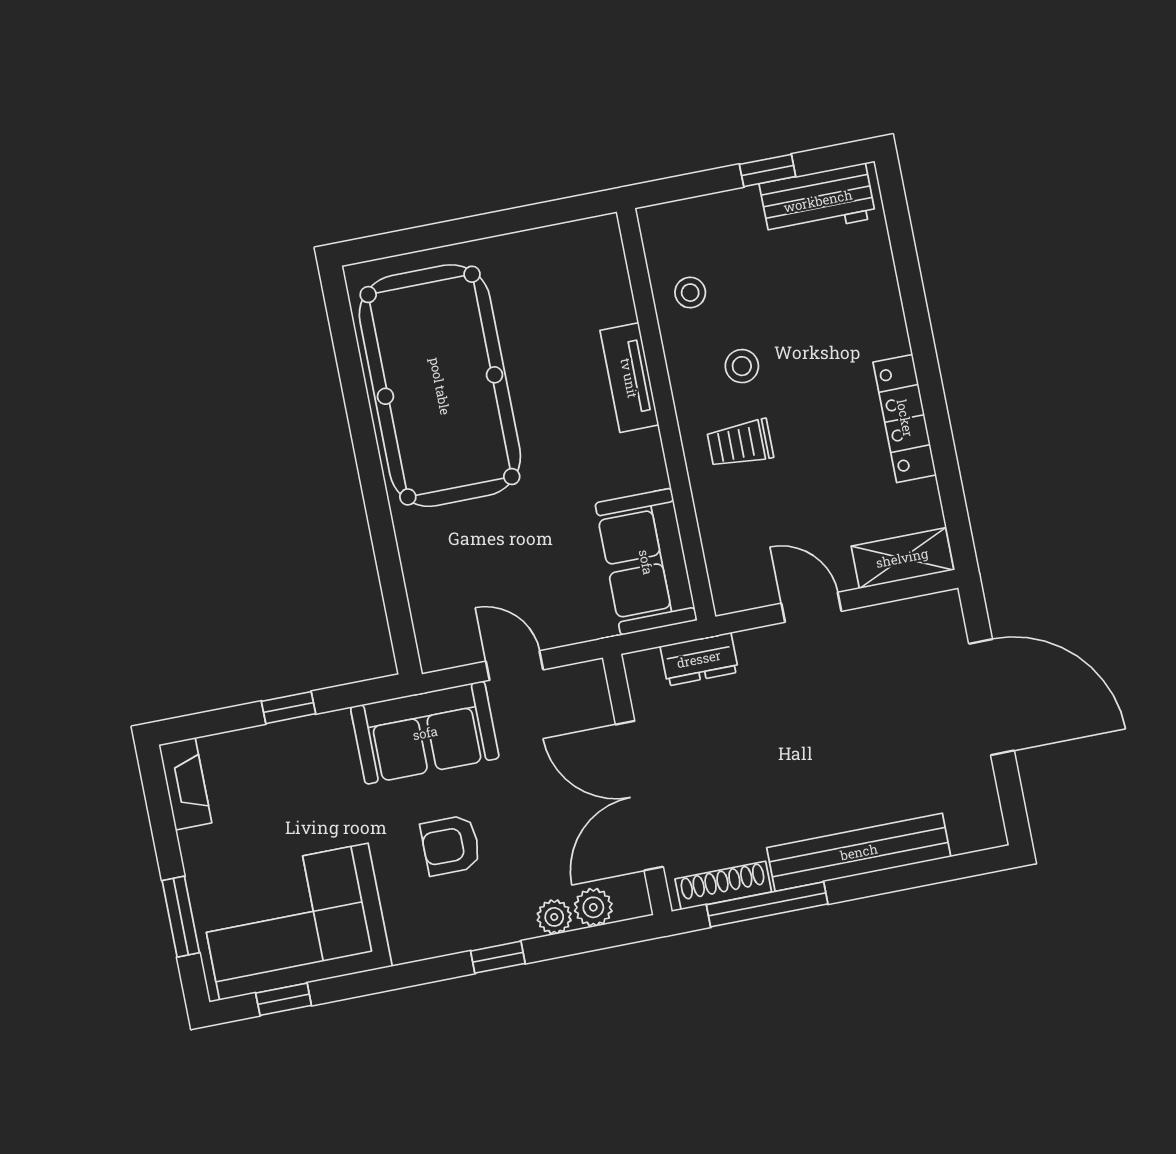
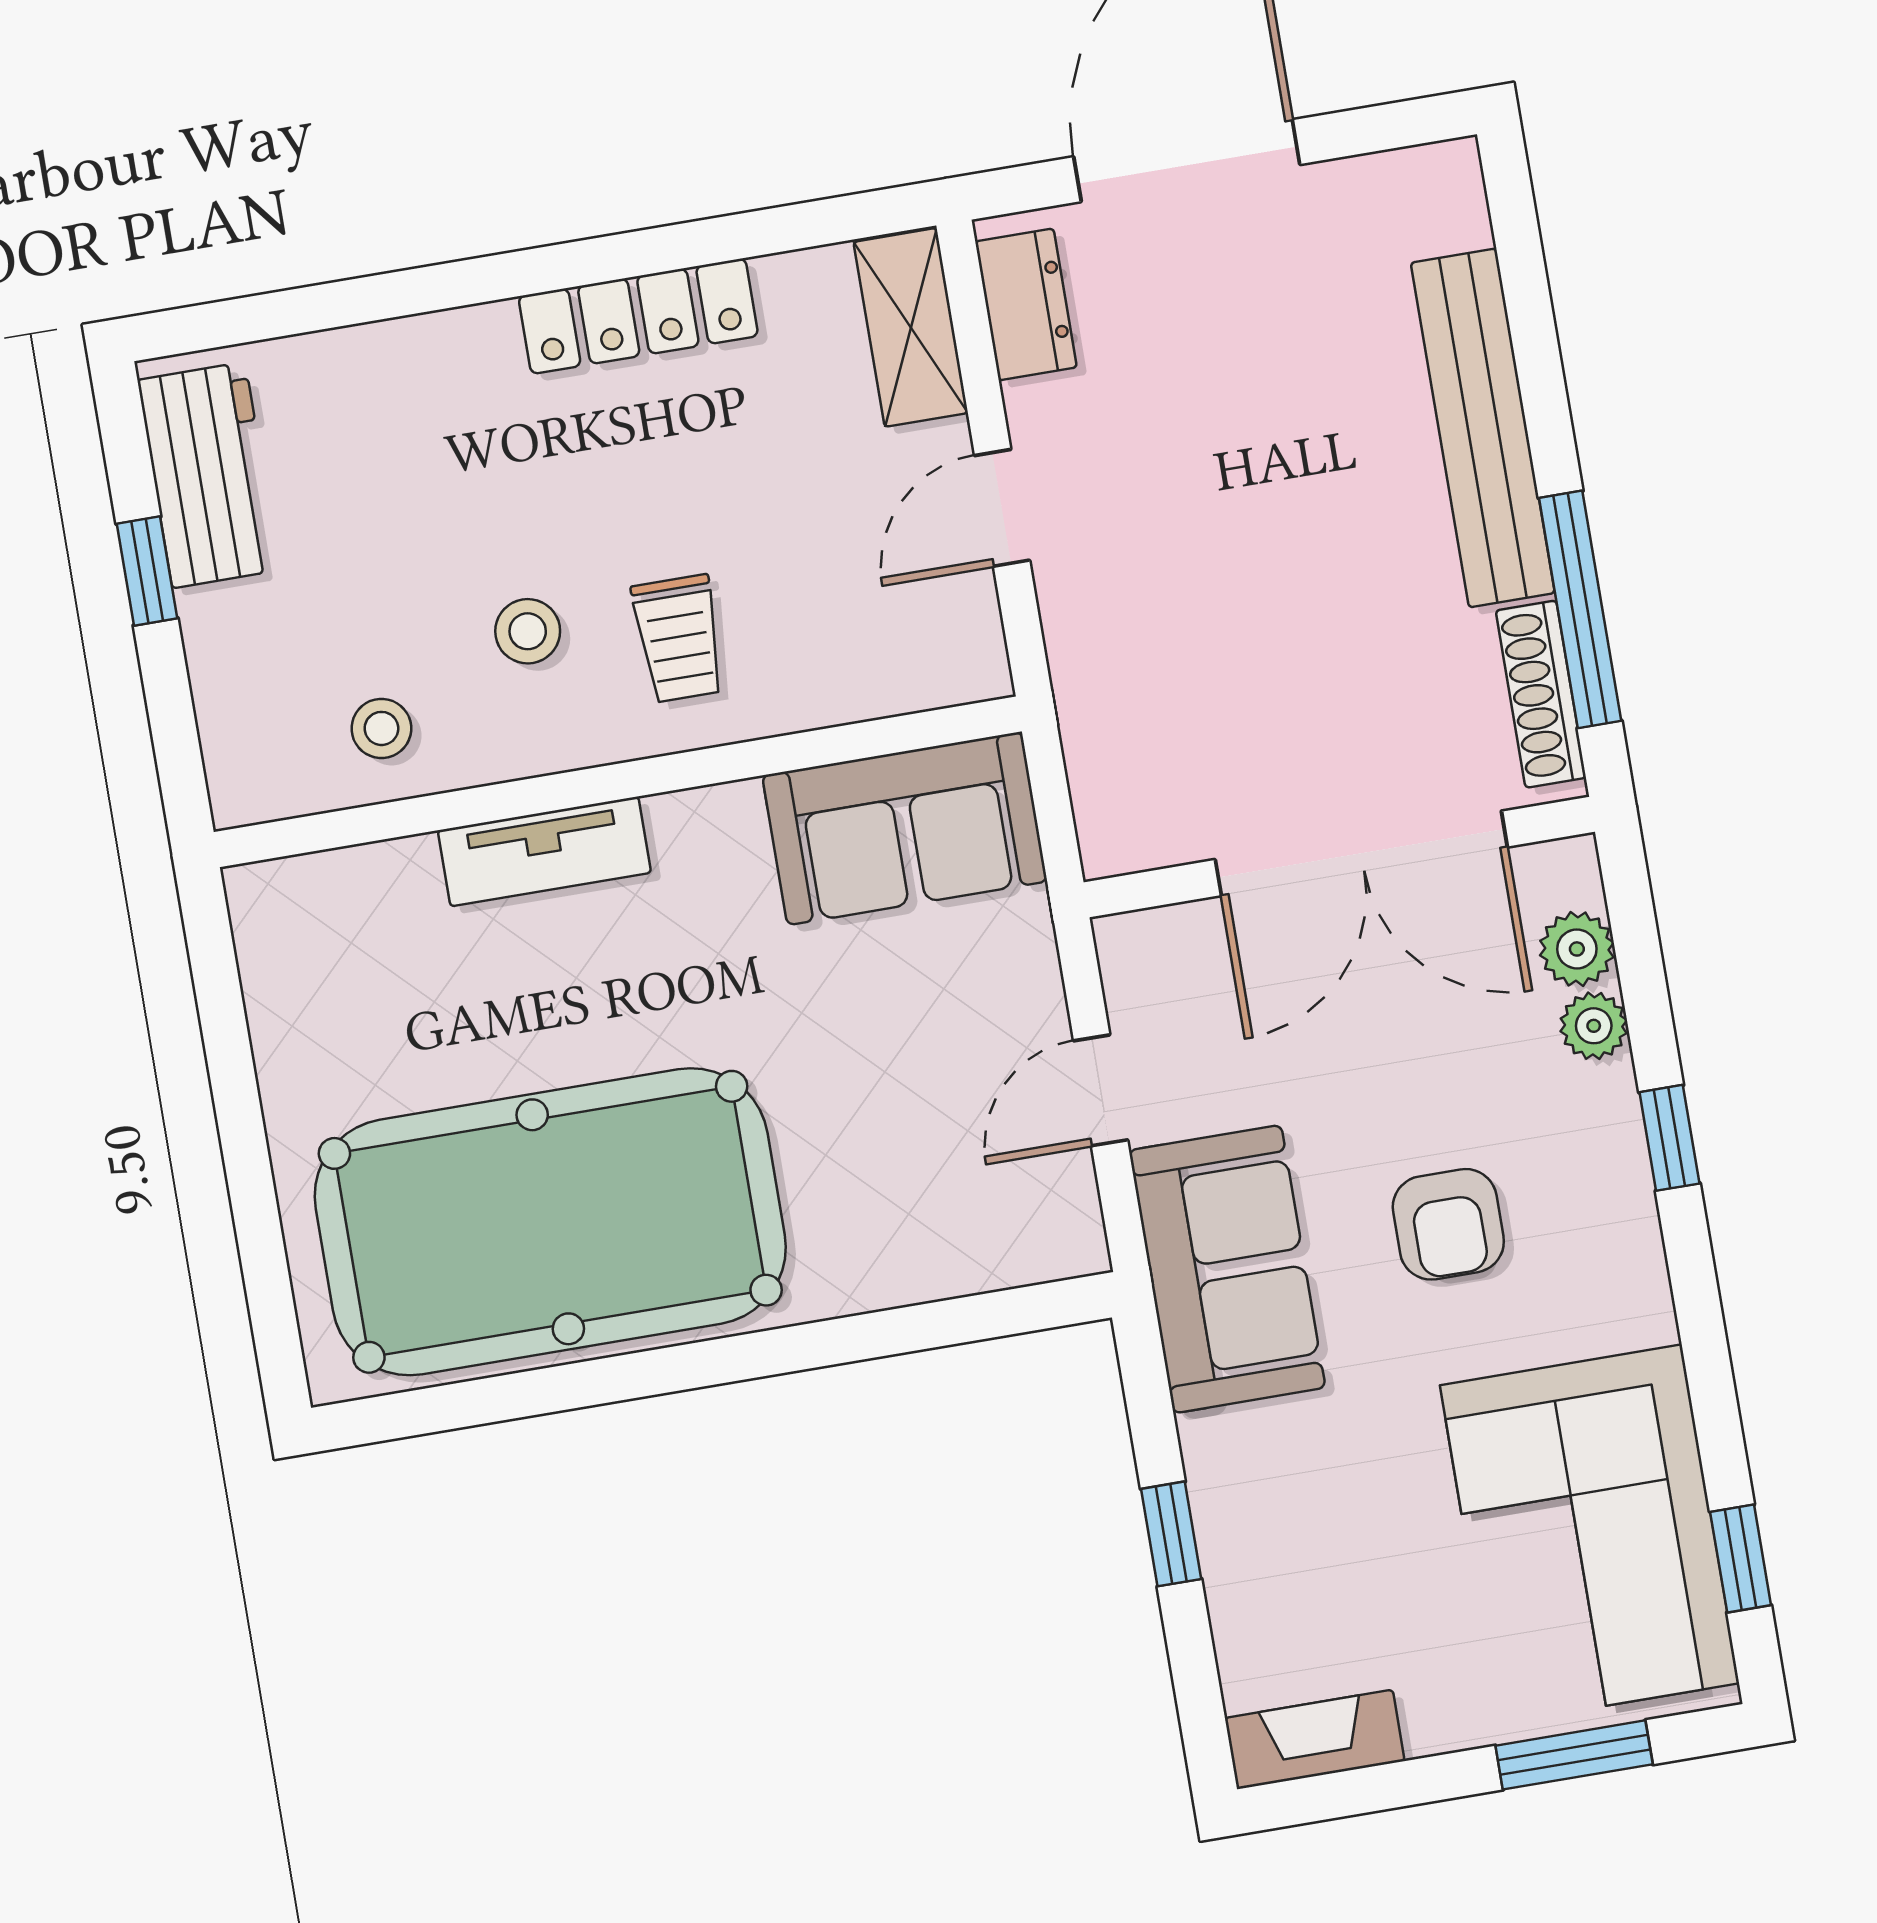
dresser: (699, 659) -> (1026, 304), moved

